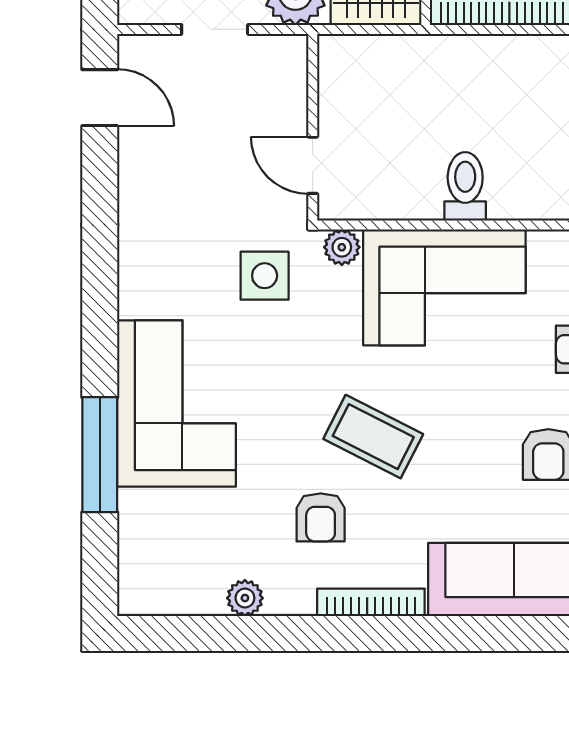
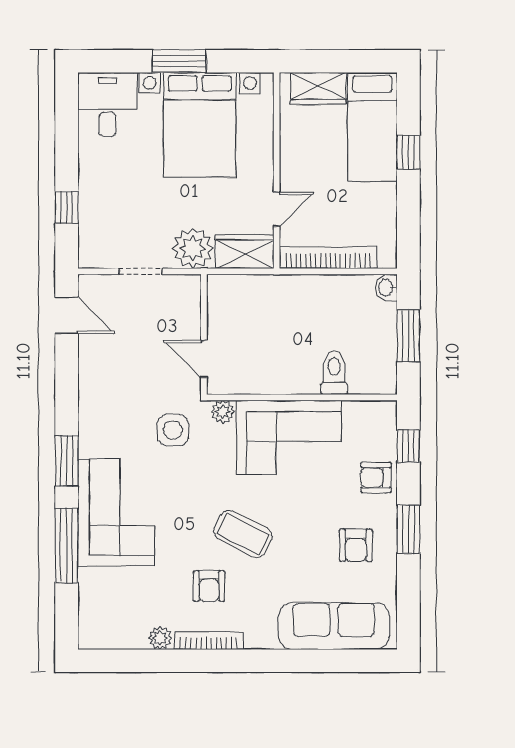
toilet: (465, 186) -> (334, 373), moved
window: (100, 323) -> (67, 461), added
bookcase: (371, 602) -> (209, 641), moved

